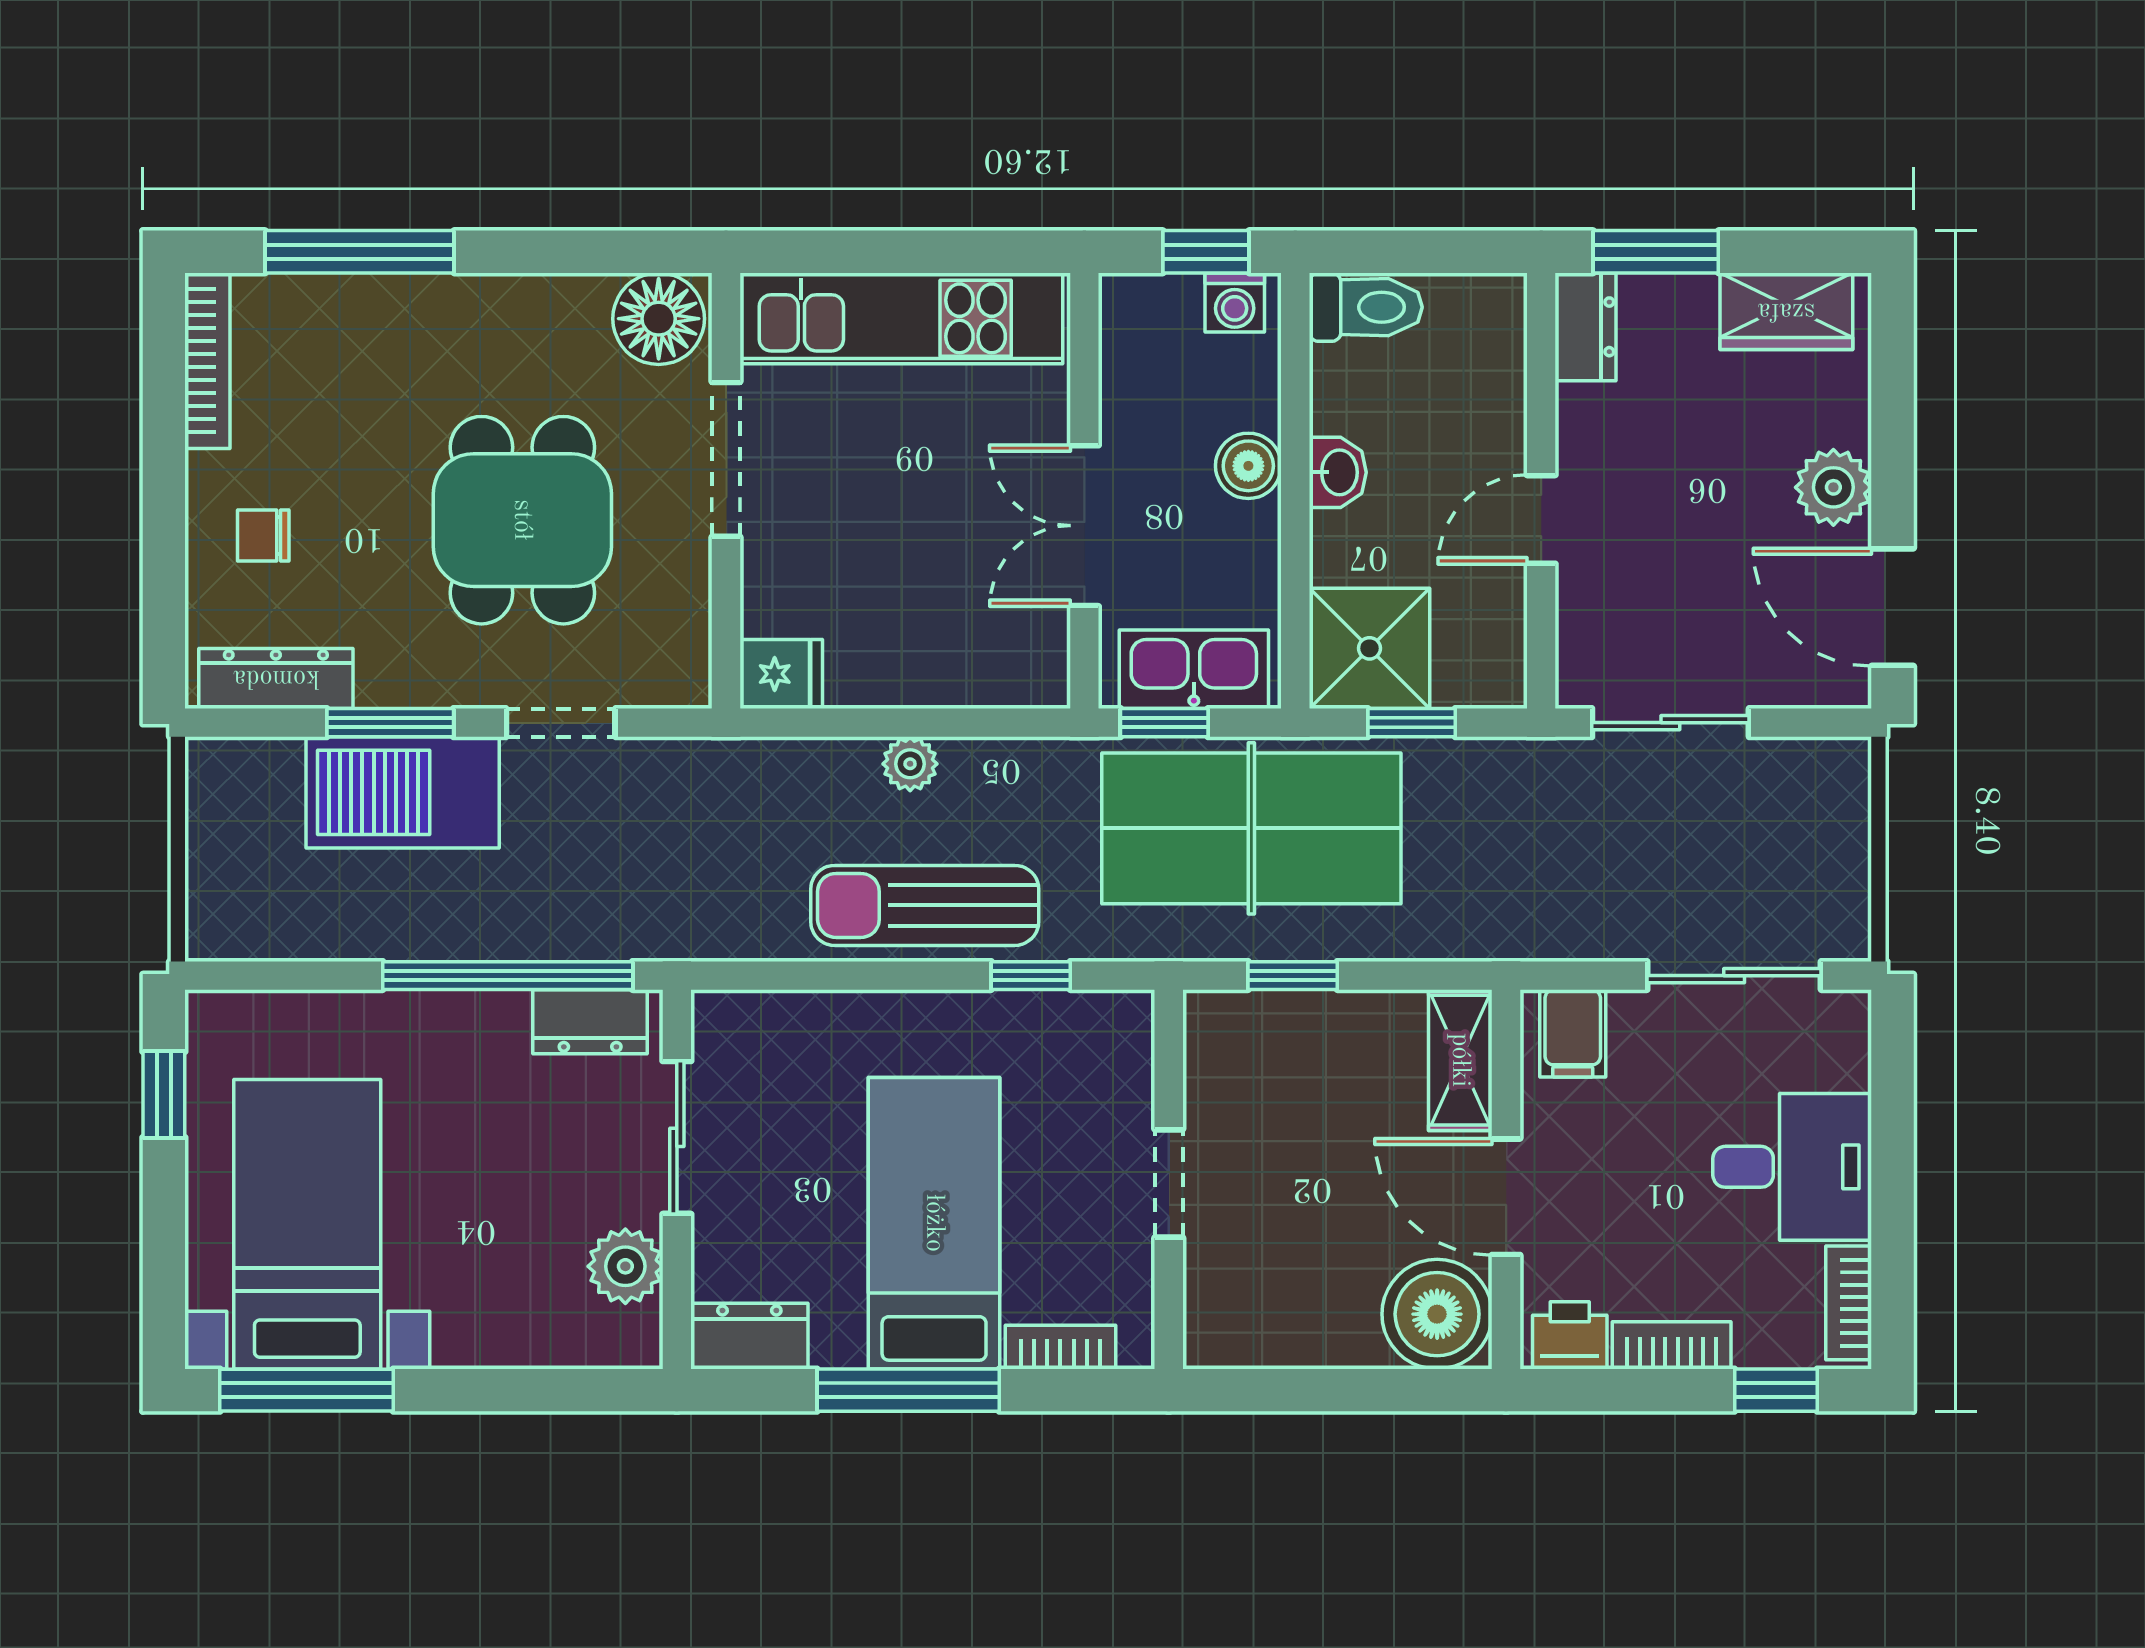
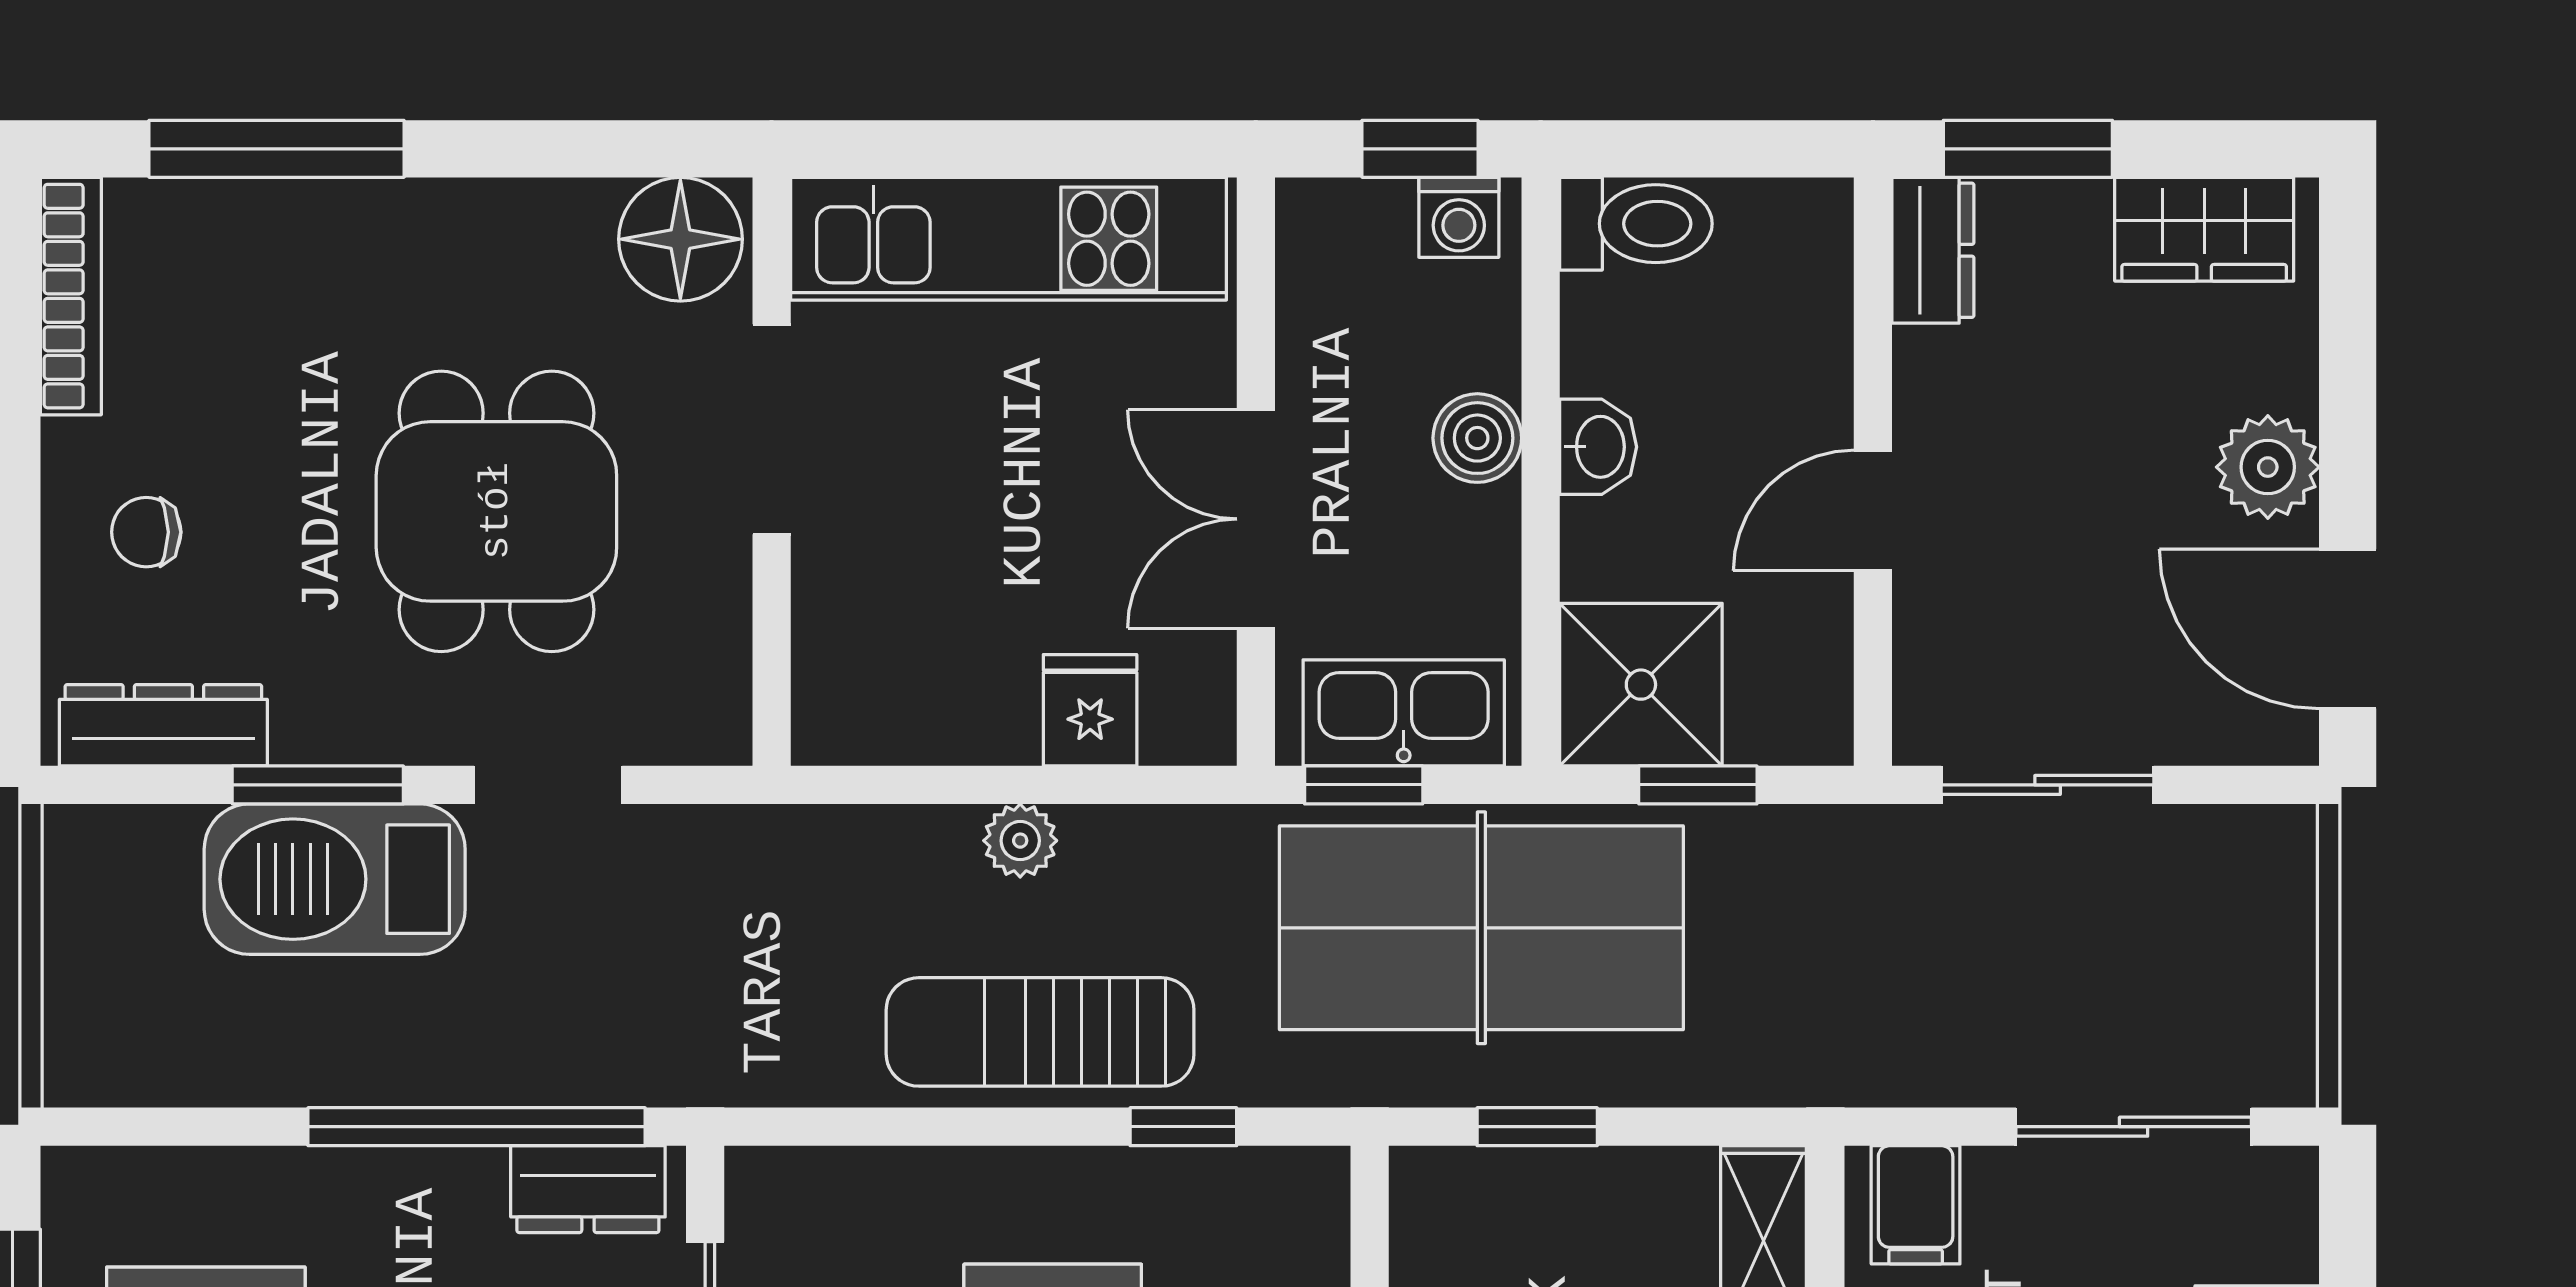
fridge: (781, 674) -> (1090, 710), moved, turned -90

